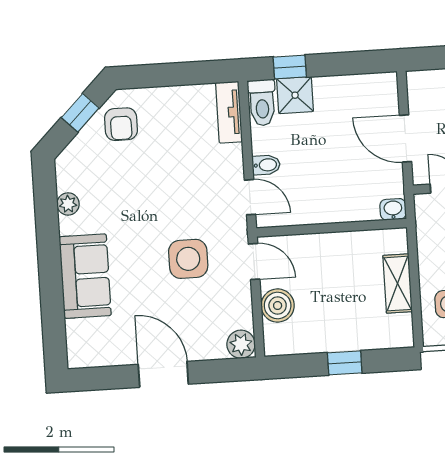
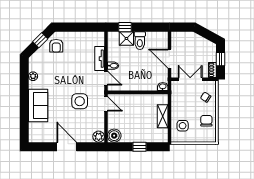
toilet: (262, 103) -> (140, 41), moved
tv unit: (229, 112) -> (100, 59), moved
boiler: (278, 306) -> (114, 136), moved

